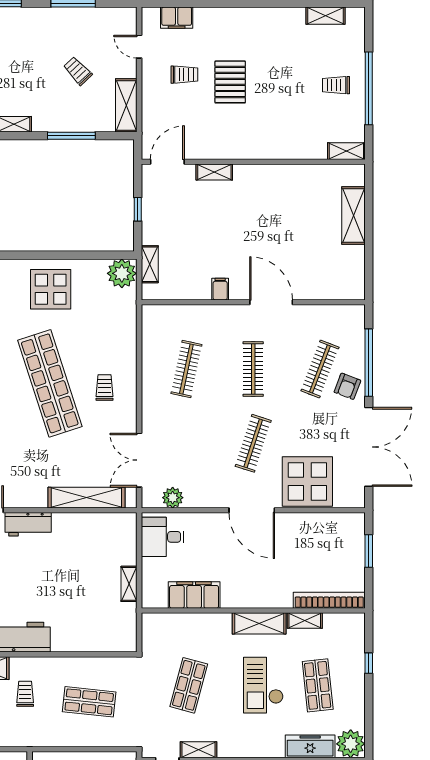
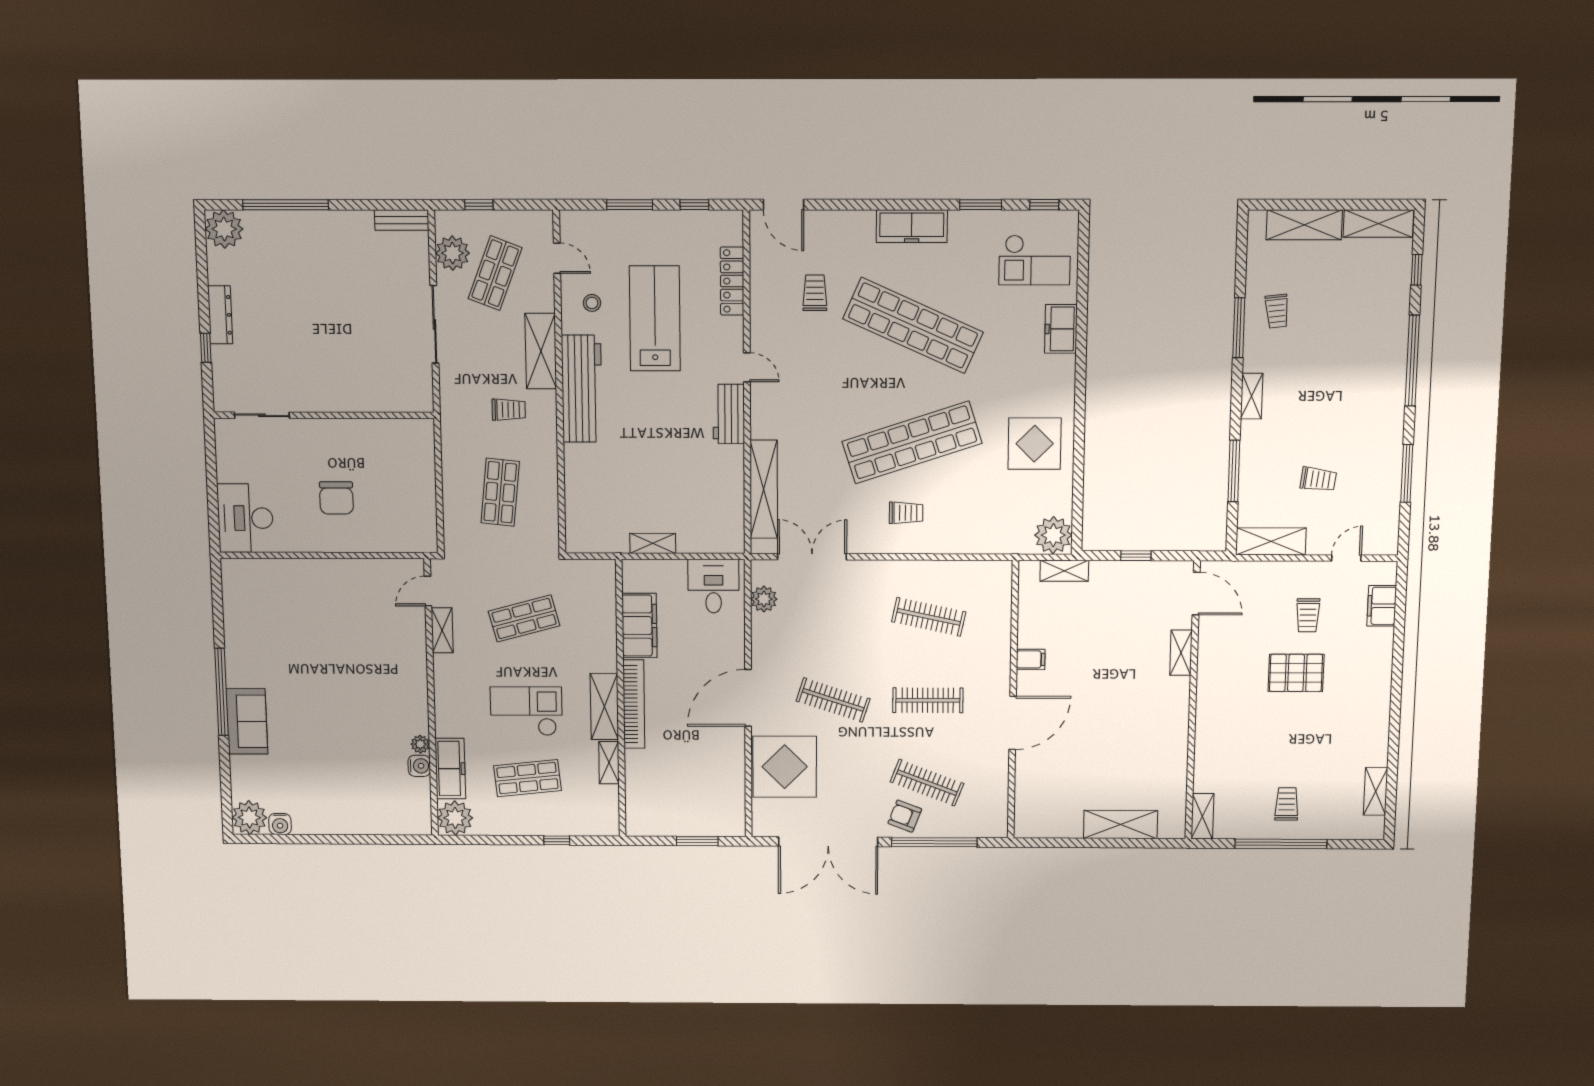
trolley: (78, 71) -> (1318, 479), turned 50
bookcase: (329, 600) -> (634, 704), moved
shop shelf: (189, 685) -> (524, 618), turned -30

